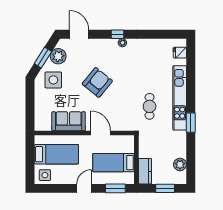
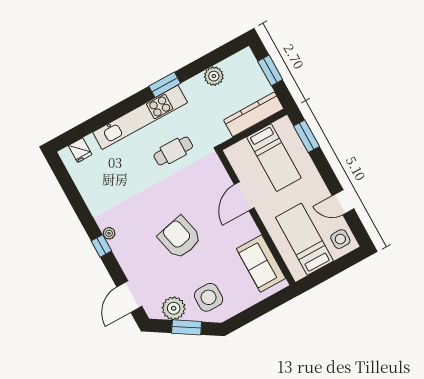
armchair: (97, 82) -> (180, 238), turned 38
sofa: (69, 121) -> (261, 264), moved
plant: (180, 164) -> (214, 76), moved
kitchen counter: (145, 171) -> (254, 114), width x1.50
door: (84, 188) -> (343, 202), moved

